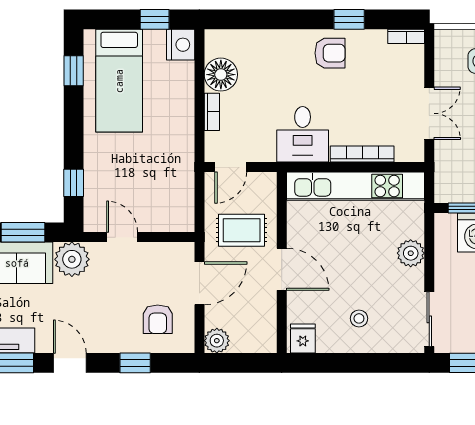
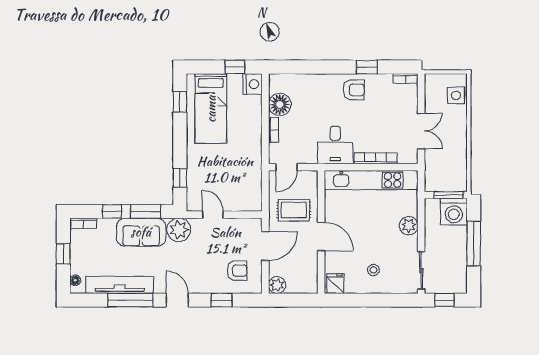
armchair: (158, 319) -> (237, 271), turned -90

